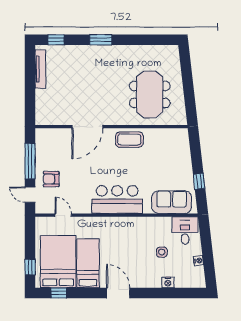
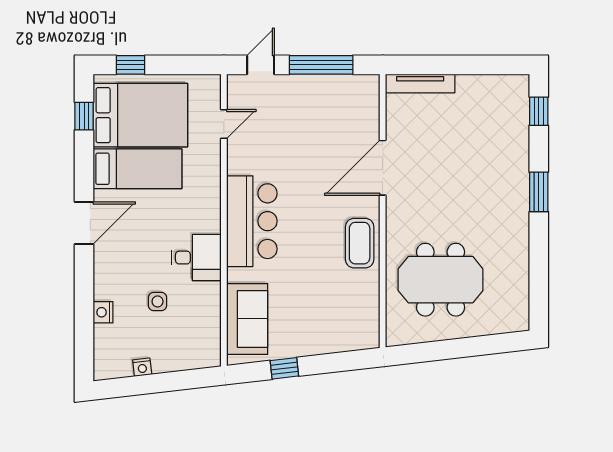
tv unit: (40, 69) -> (420, 83), moved
door: (87, 127) -> (383, 168), hinge flipped
armchair: (51, 179) -> (289, 103), removed
desk: (185, 230) -> (196, 258), moved

